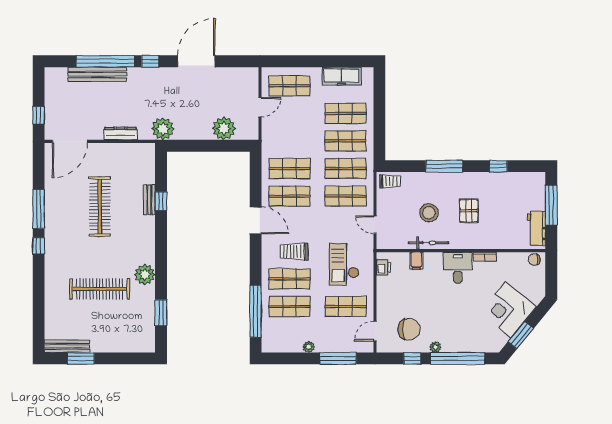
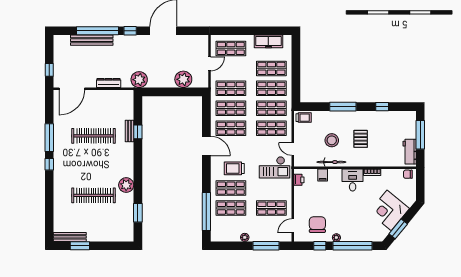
shop shelf: (289, 141) -> (231, 88), added
clothes rail: (100, 207) -> (94, 136), turned 90
checkout: (344, 264) -> (274, 167), moved, turned -90
chair: (409, 329) -> (317, 225), turned -90

